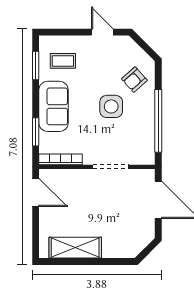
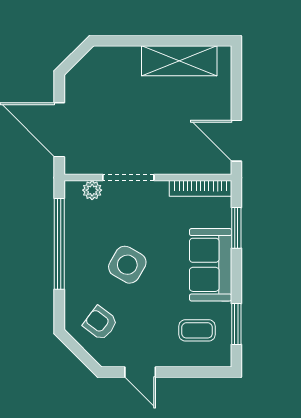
armchair: (134, 80) -> (100, 323), moved, turned -101
side table: (111, 106) -> (127, 265), turned 30
plant: (136, 158) -> (92, 190), added

